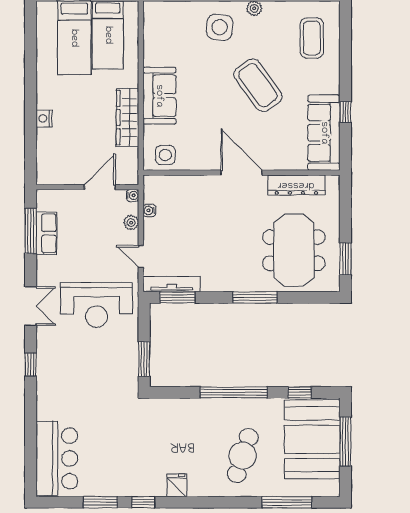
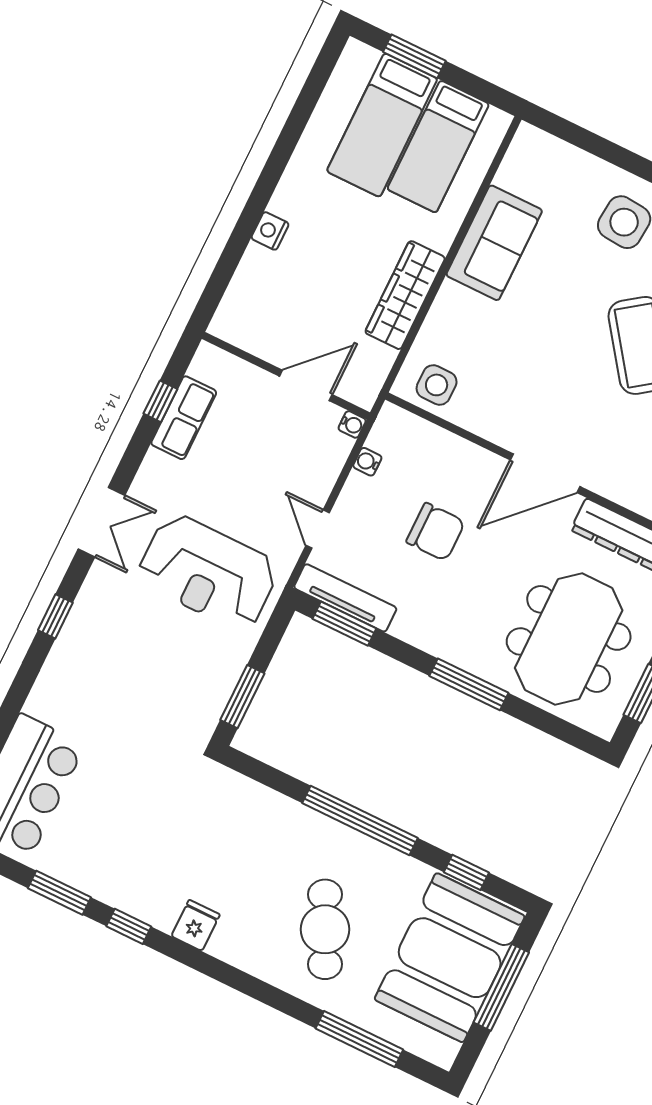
sofa: (159, 96) -> (494, 243), moved
door: (241, 173) -> (545, 473), swing flipped
plant: (131, 223) -> (328, 467), removed
chair: (201, 229) -> (436, 532), added
window: (31, 231) -> (160, 401), width x0.46
cafe table: (243, 456) -> (325, 929), turned -44

